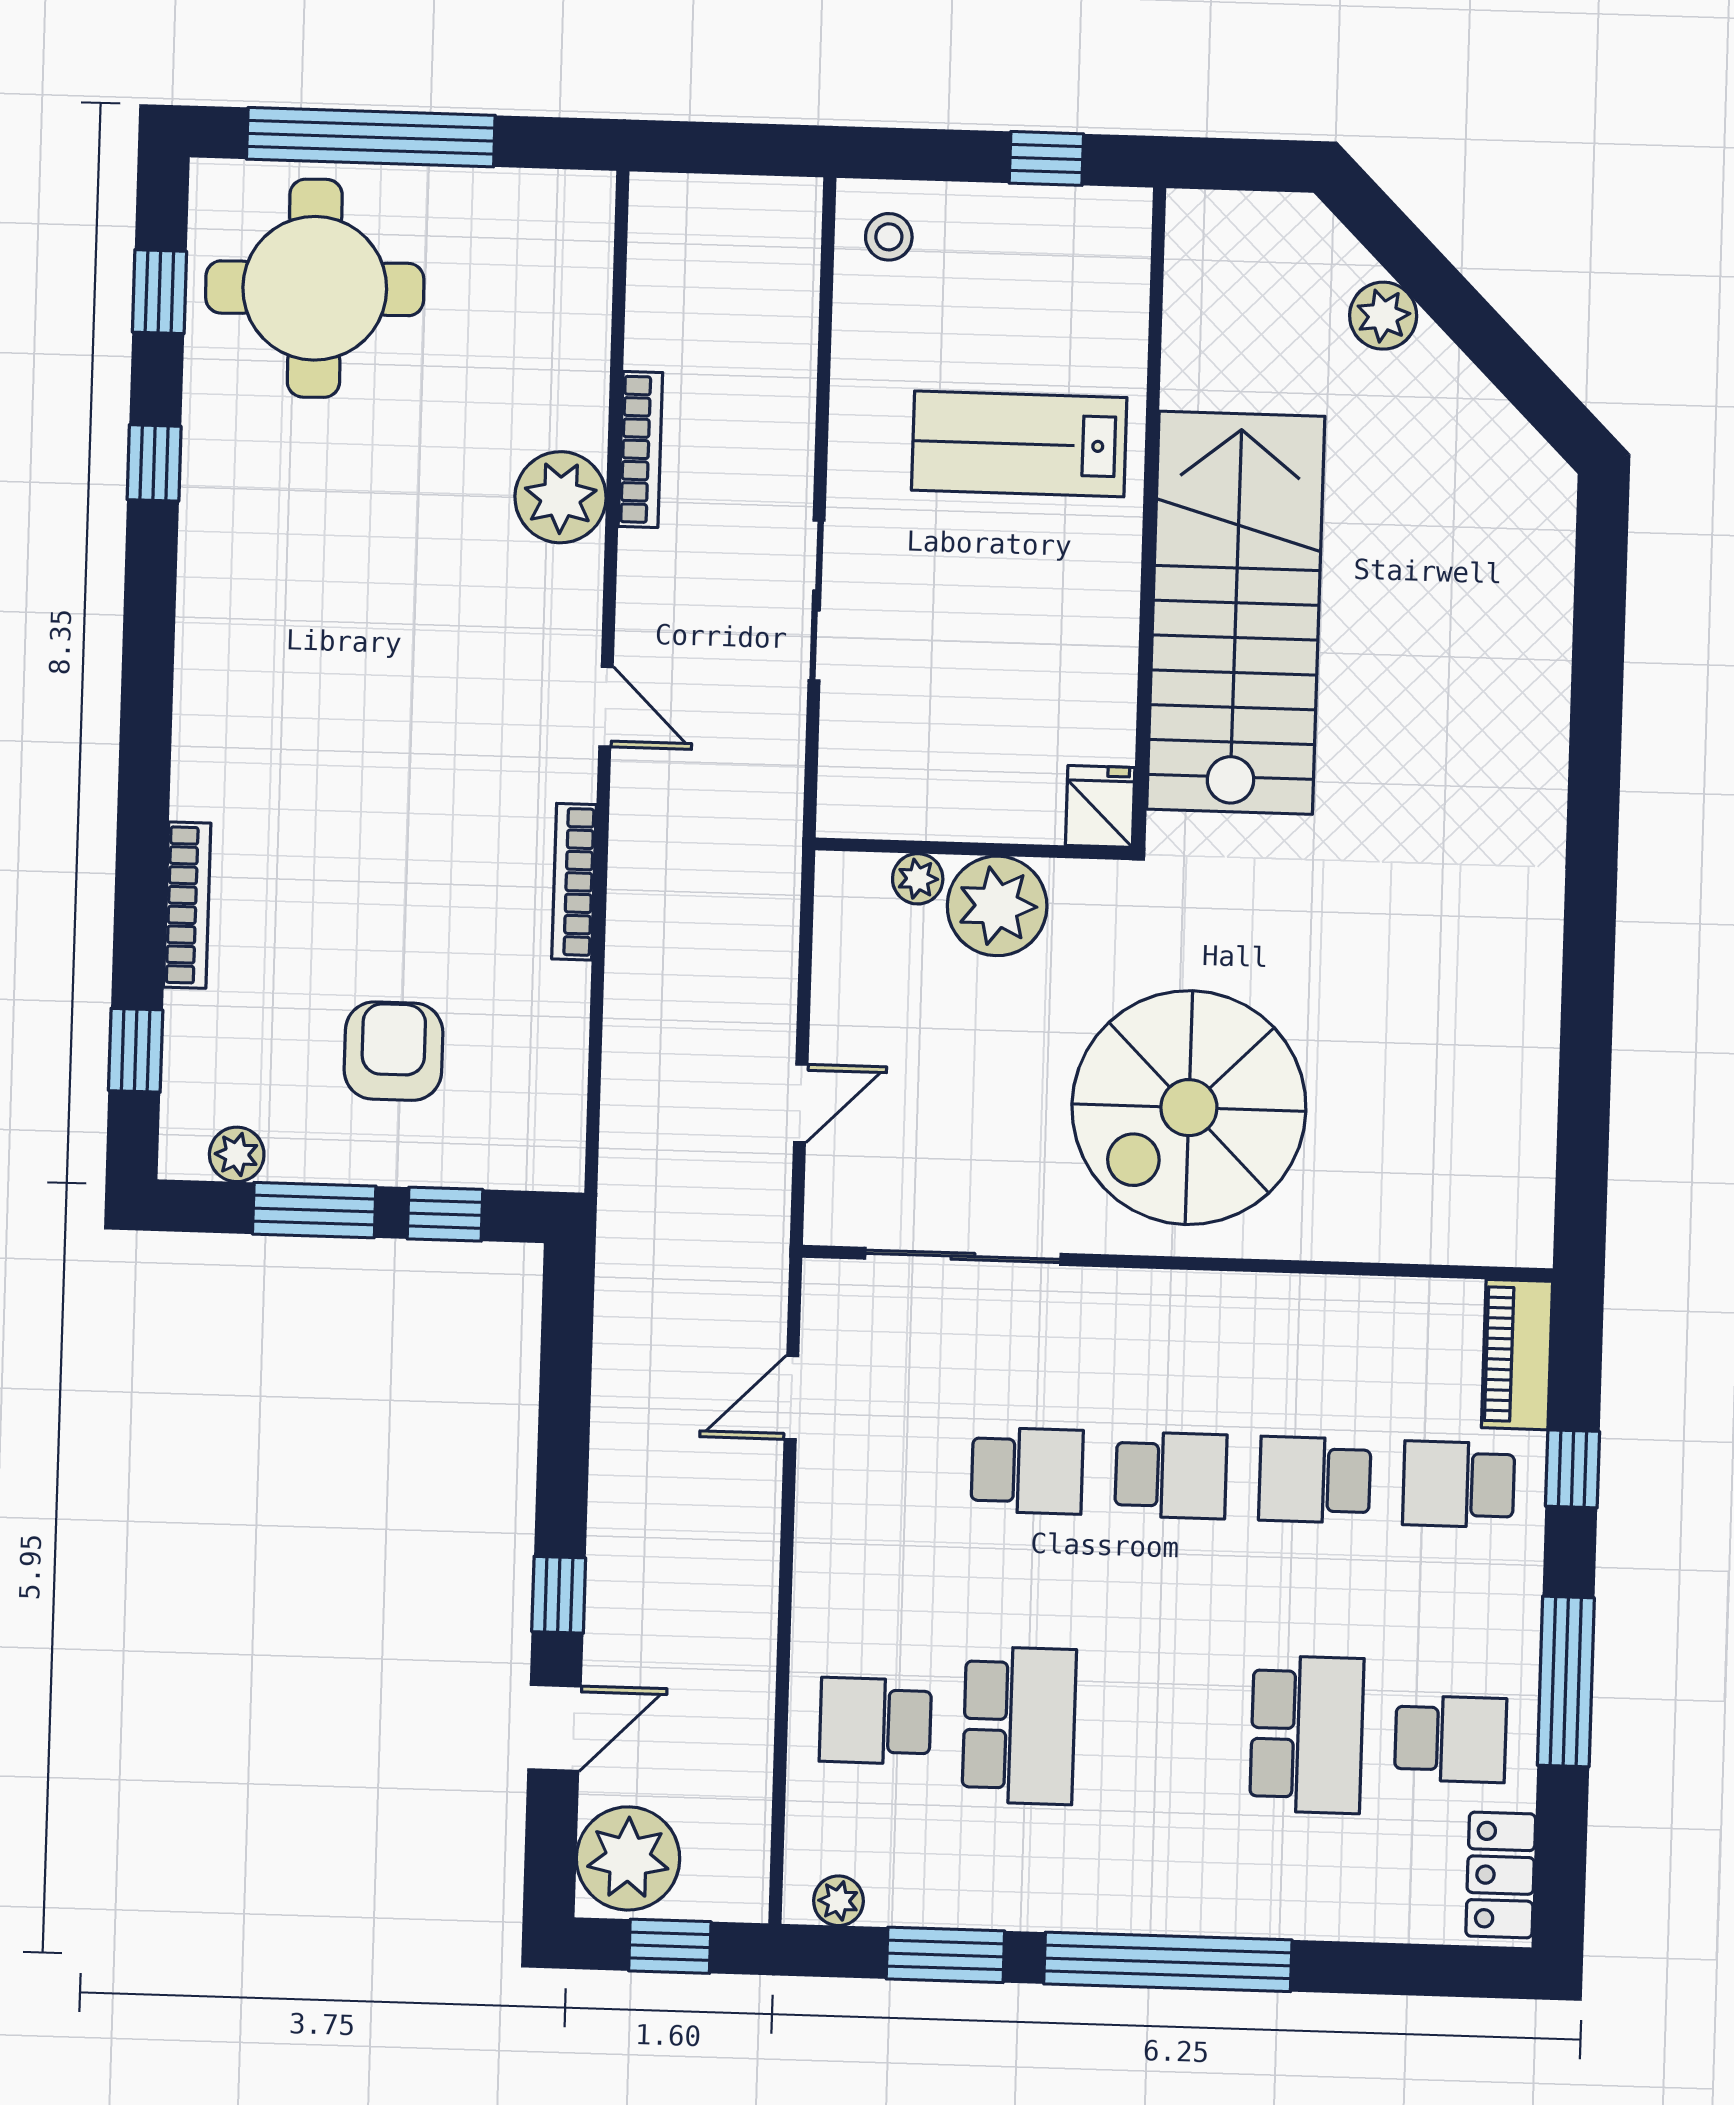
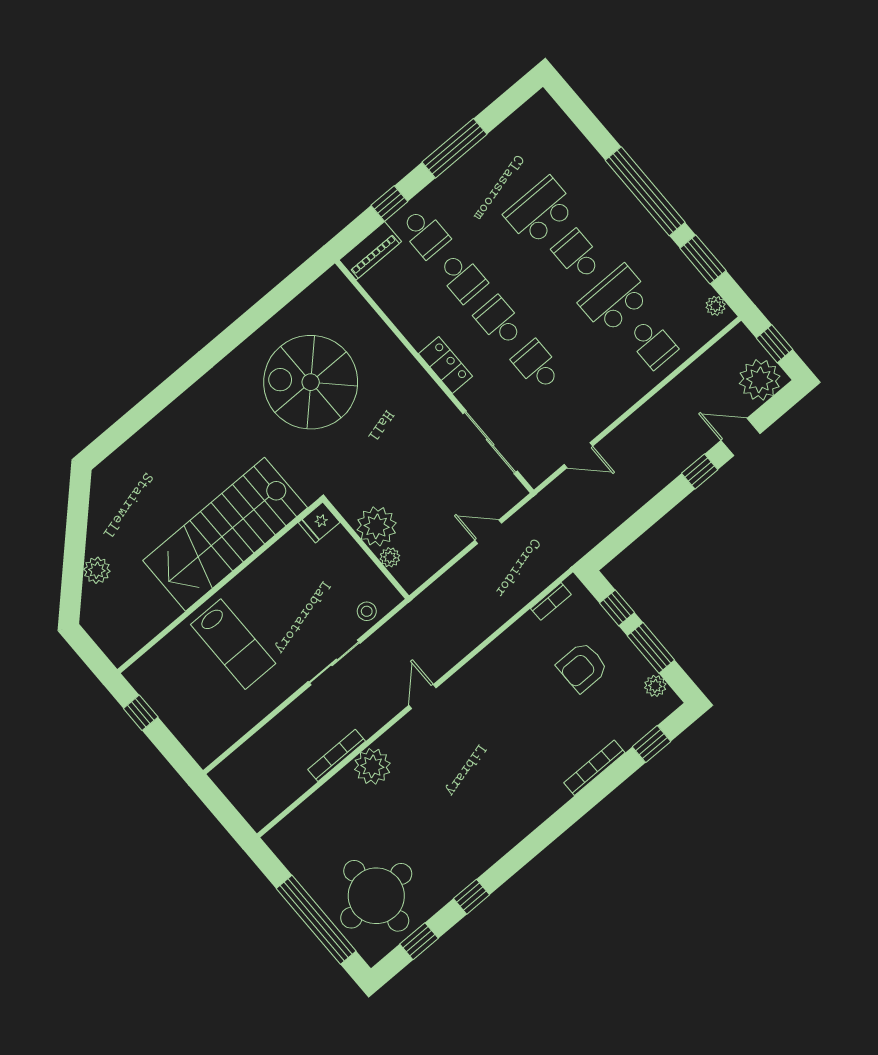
stool: (889, 237) -> (367, 611), moved
bookcase: (574, 882) -> (551, 601), moved, width x0.64
spiral stairs: (1189, 1108) -> (311, 382), moved, turned 180
school desk: (1451, 1739) -> (577, 255), moved
locker: (1501, 1875) -> (446, 365), moved, turned -90

